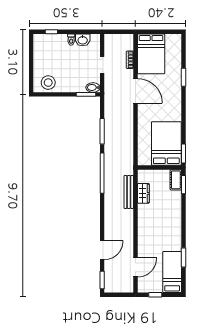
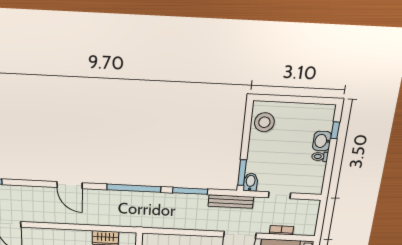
washbasin: (83, 40) -> (322, 141), moved
bench: (129, 192) -> (231, 202), moved
door: (102, 250) -> (70, 185), moved

